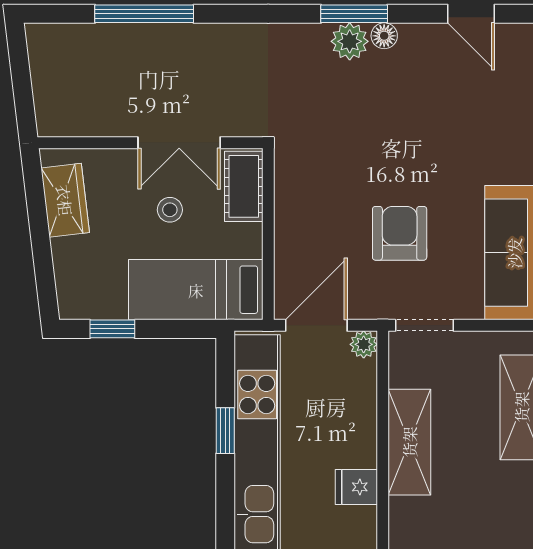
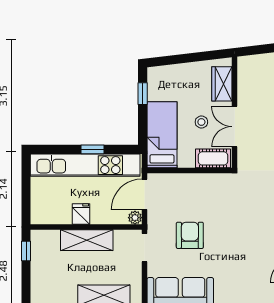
wardrobe: (65, 200) -> (222, 84), moved, turned 97
armchair: (400, 233) -> (190, 235), turned -90
door: (316, 325) -> (144, 194), swing flipped
fridge: (356, 487) -> (81, 214), moved

